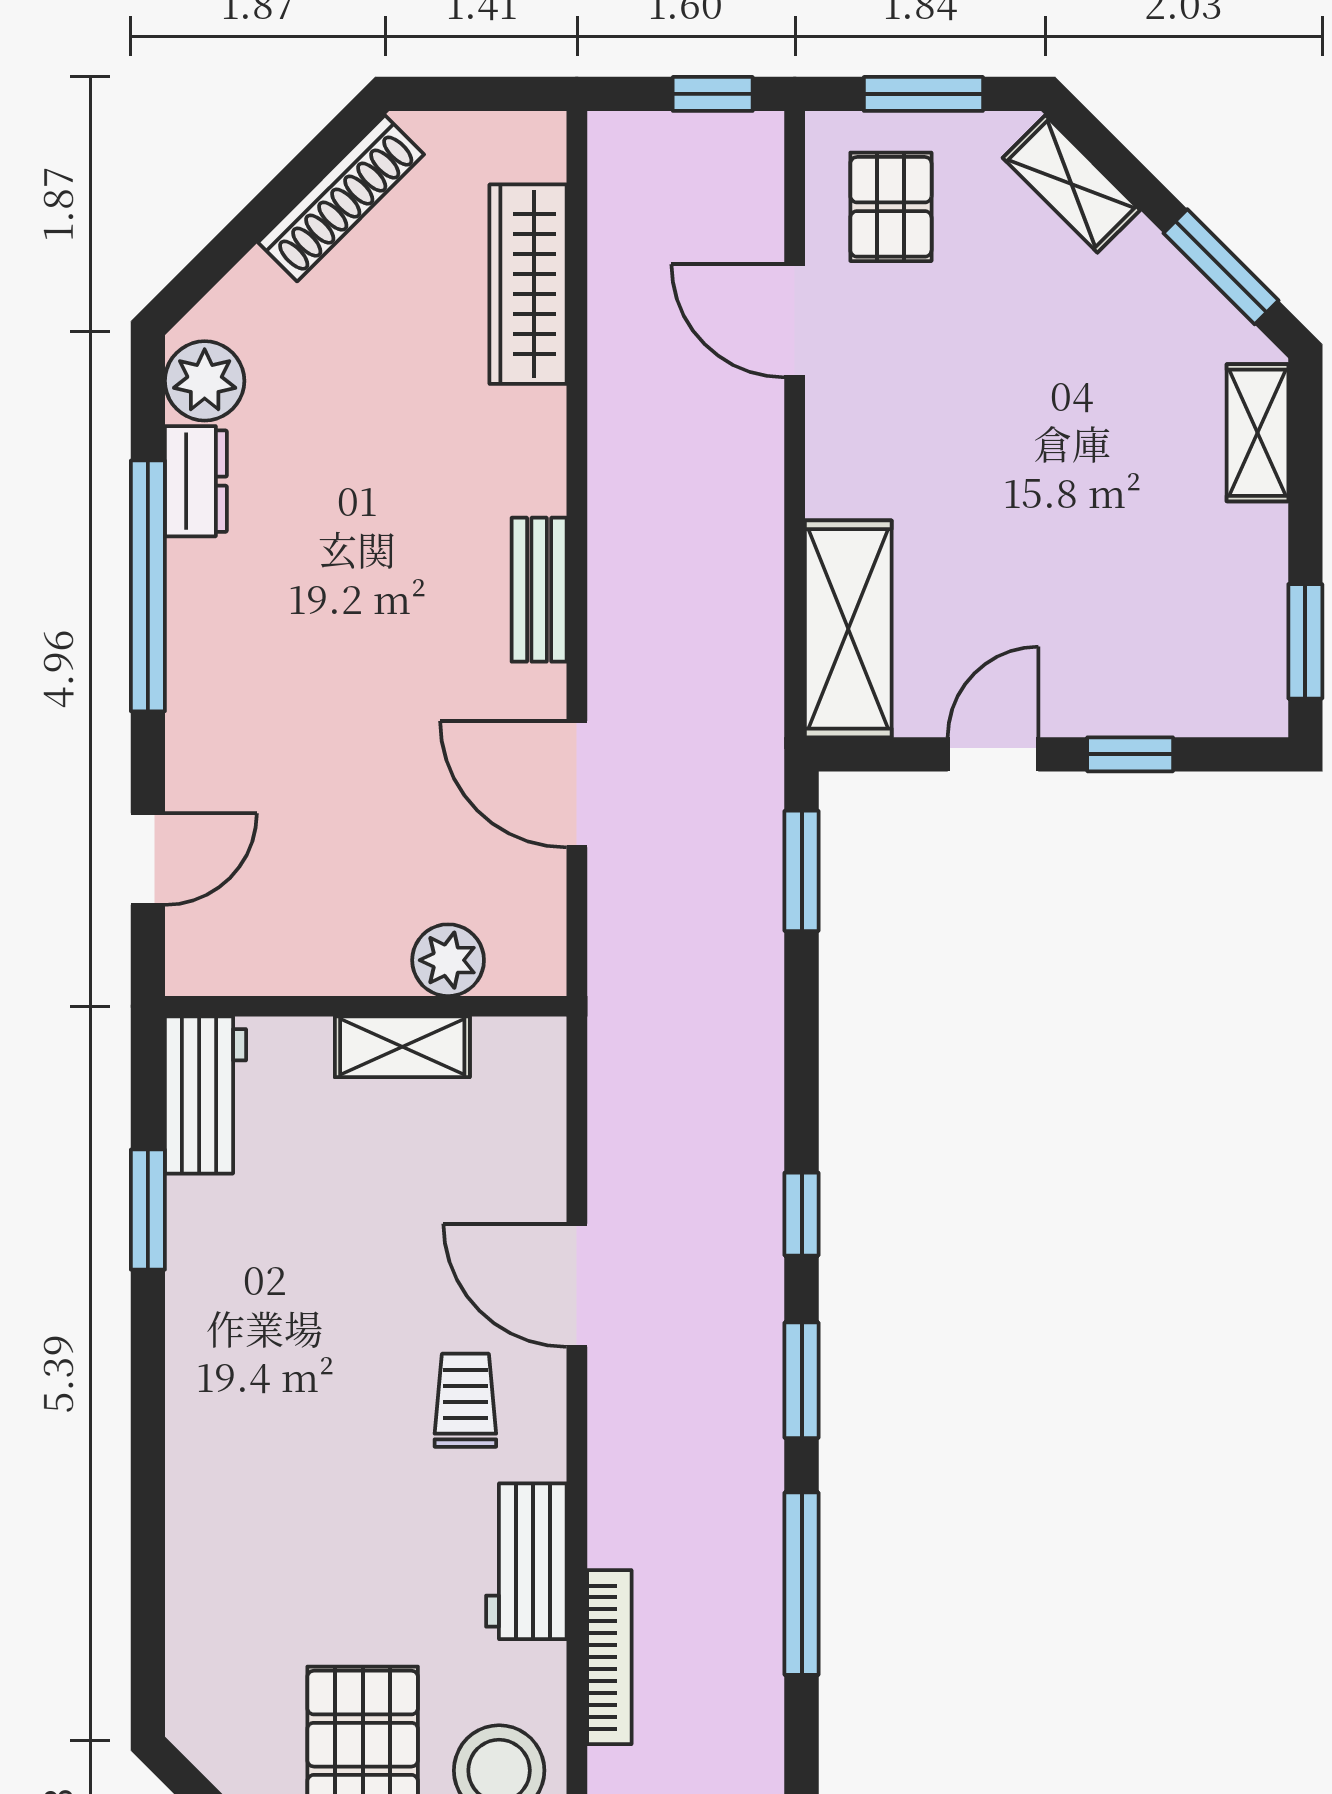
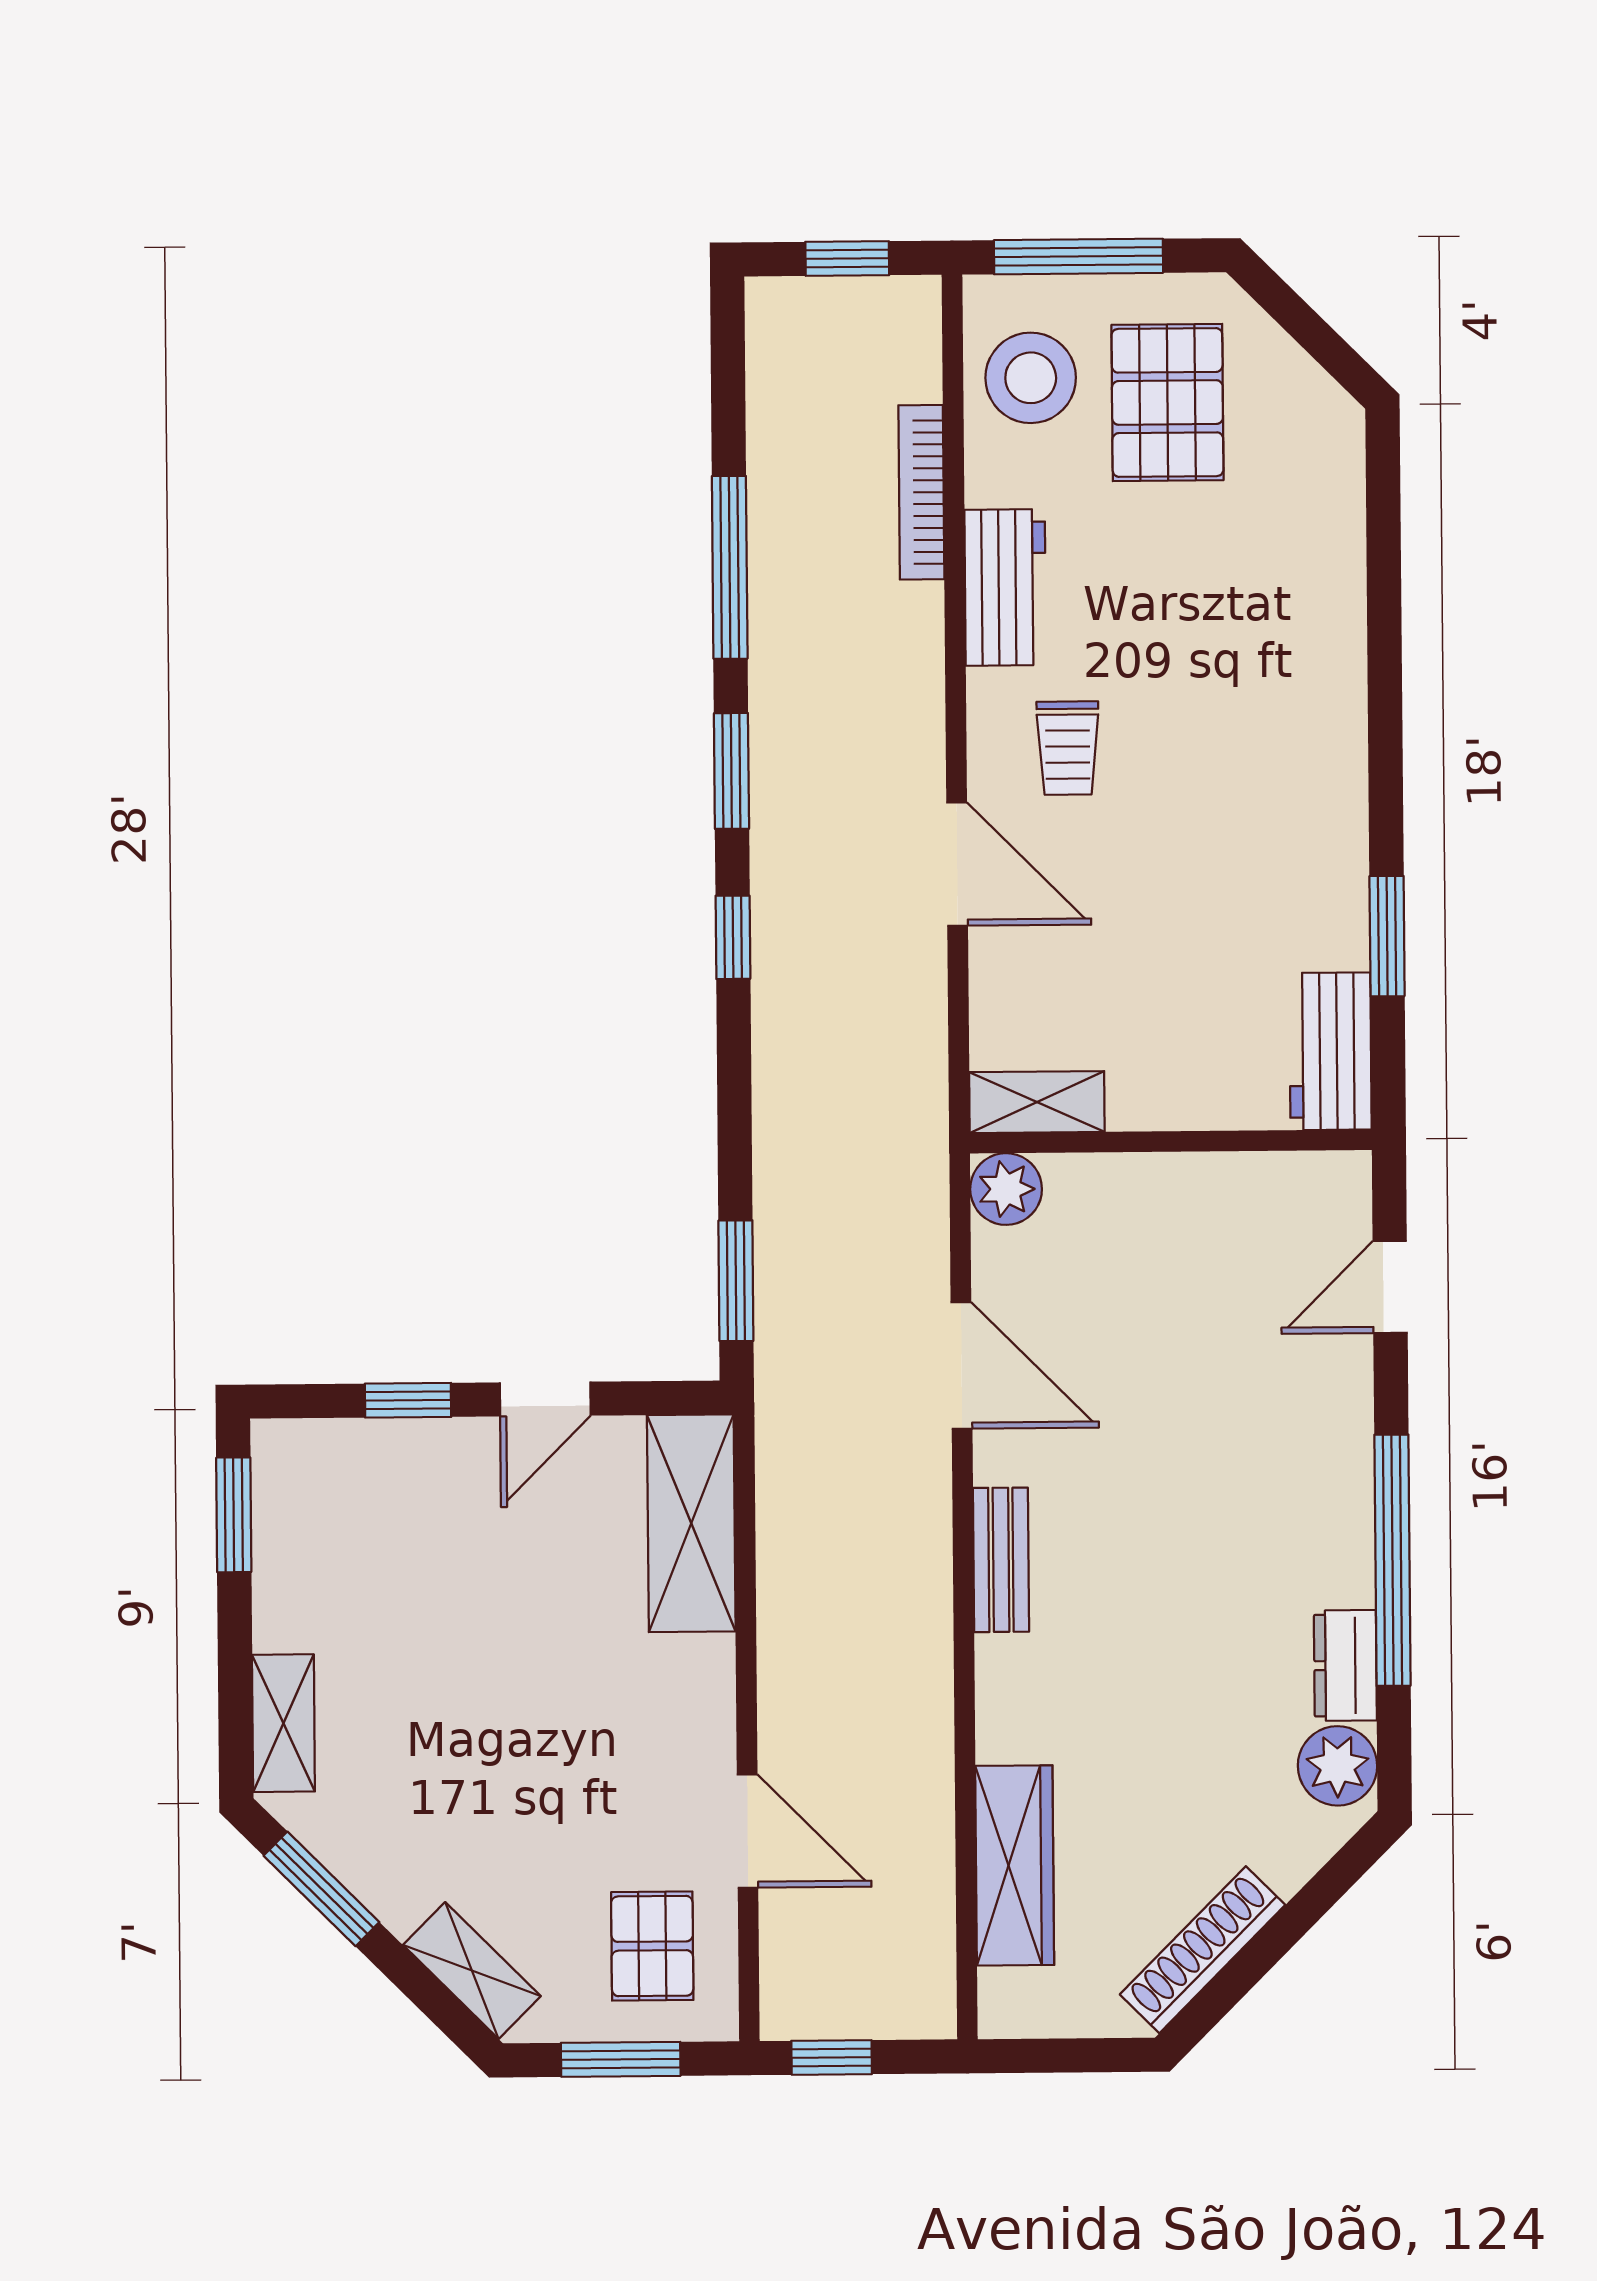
plant: (448, 960) -> (1006, 1189), moved
shelving: (402, 1047) -> (1037, 1102), moved

